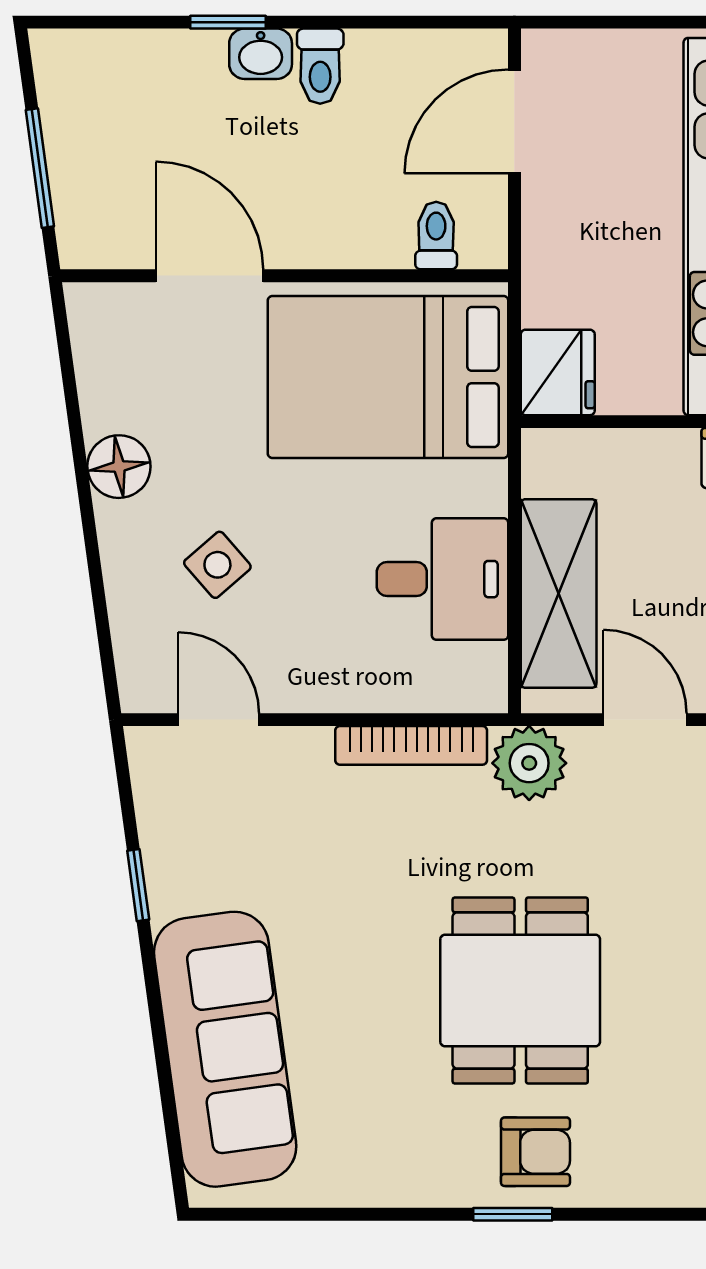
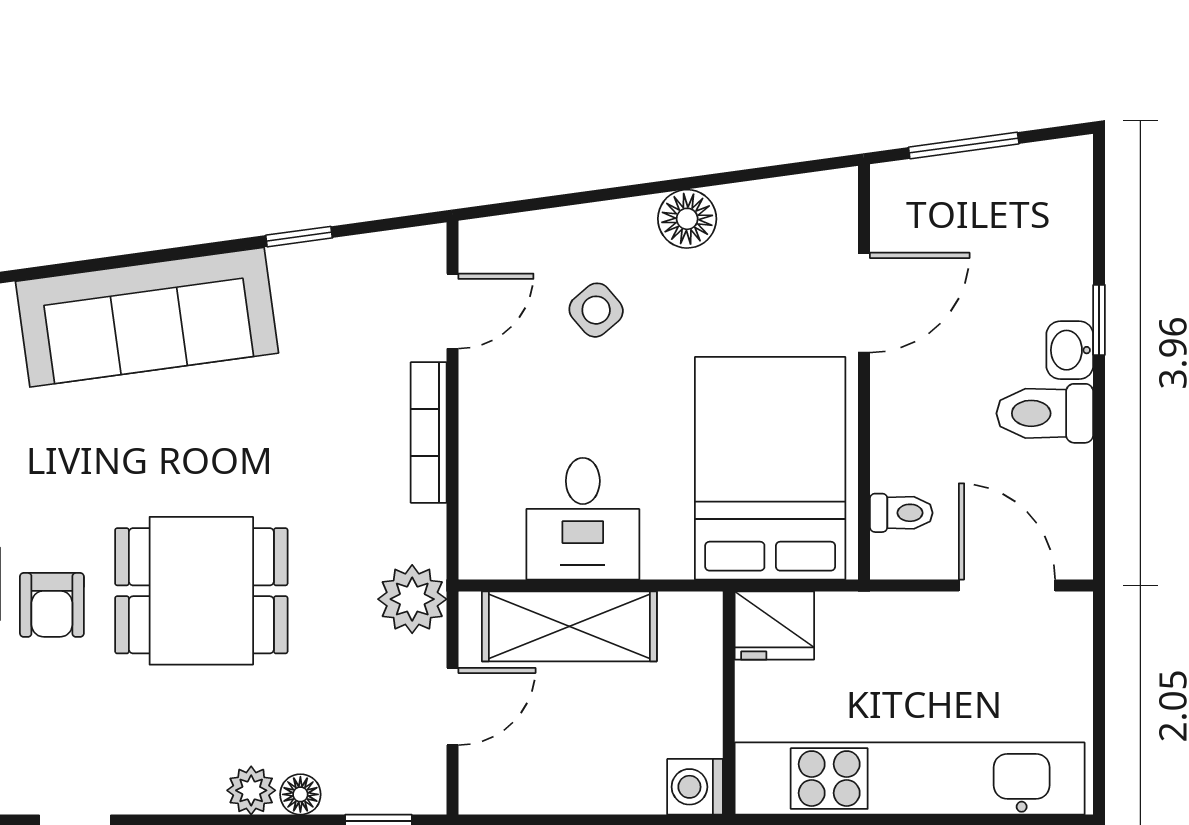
toilet: (320, 66) -> (1045, 413), width x1.37, depth x1.39
bookcase: (411, 745) -> (429, 432), moved

